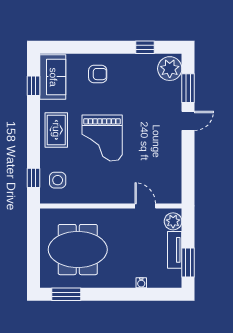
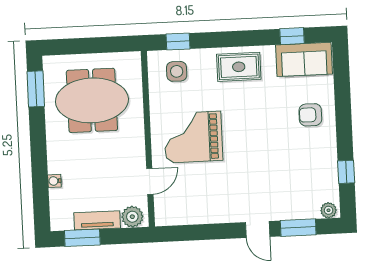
plant: (170, 69) -> (329, 210), width x0.53, depth x0.53
armchair: (98, 74) -> (310, 115), turned 90
grand piano: (102, 138) -> (193, 137), moved
meeting table: (78, 250) -> (92, 100), turned 90

